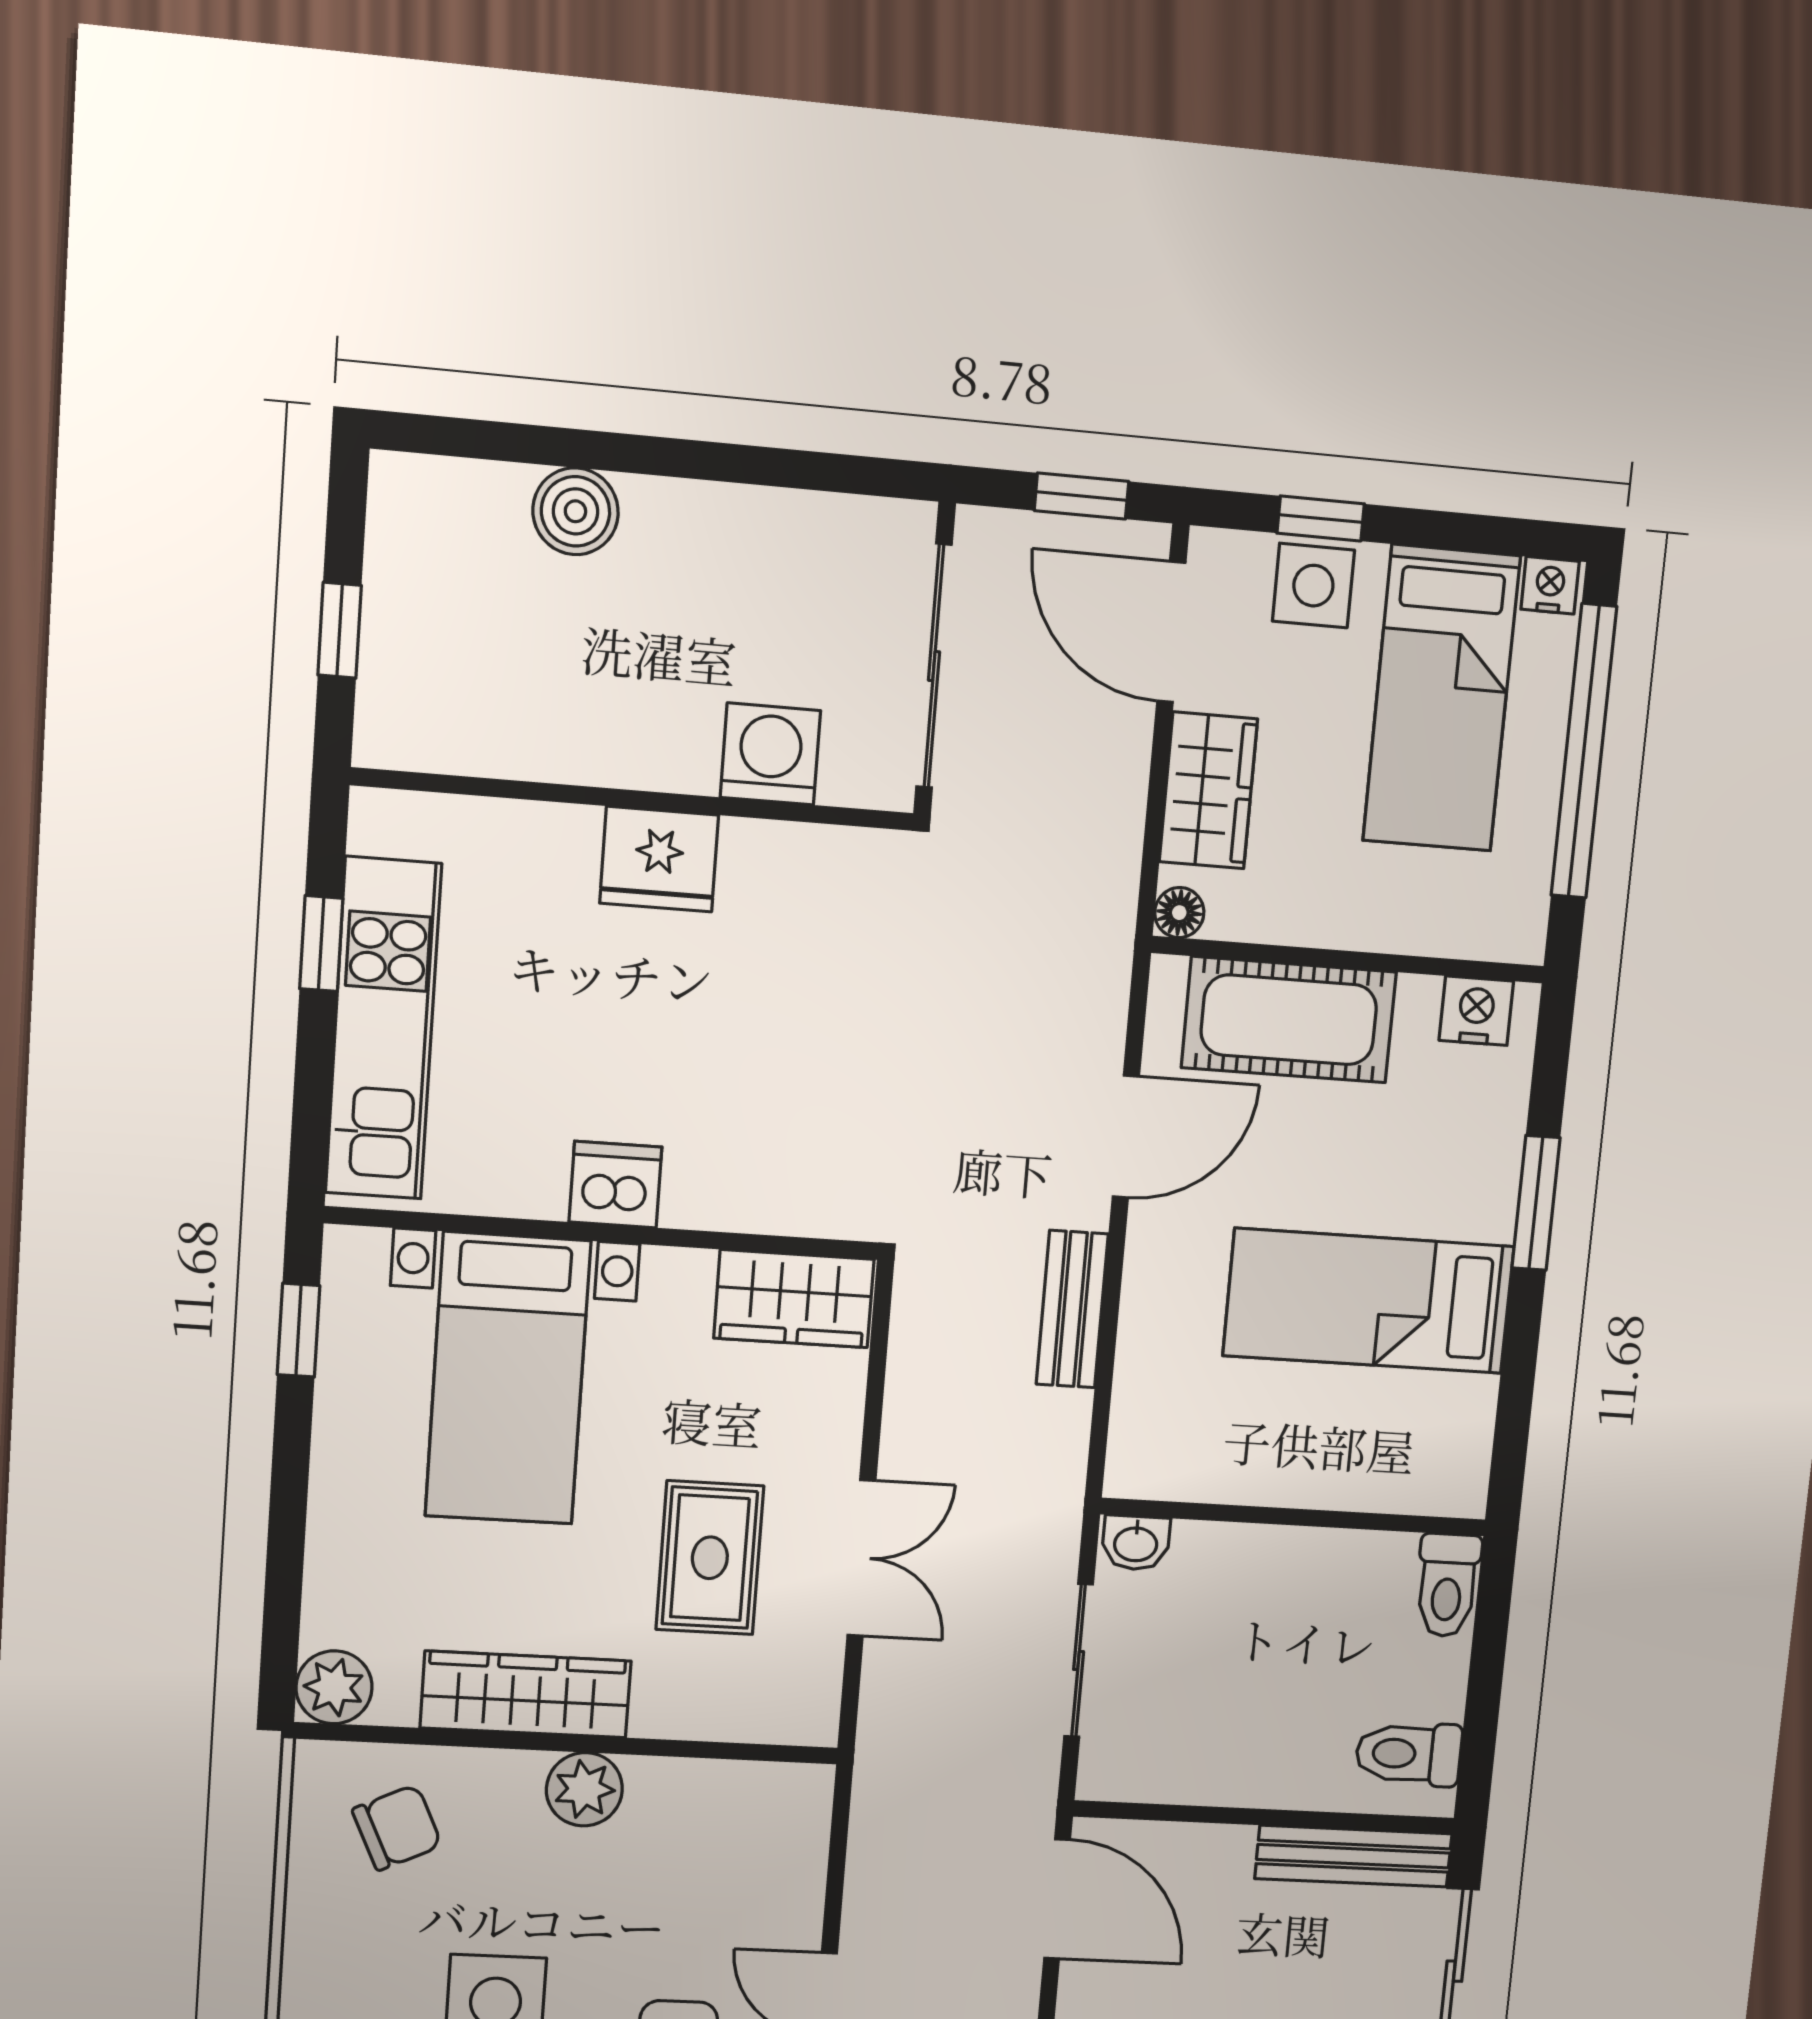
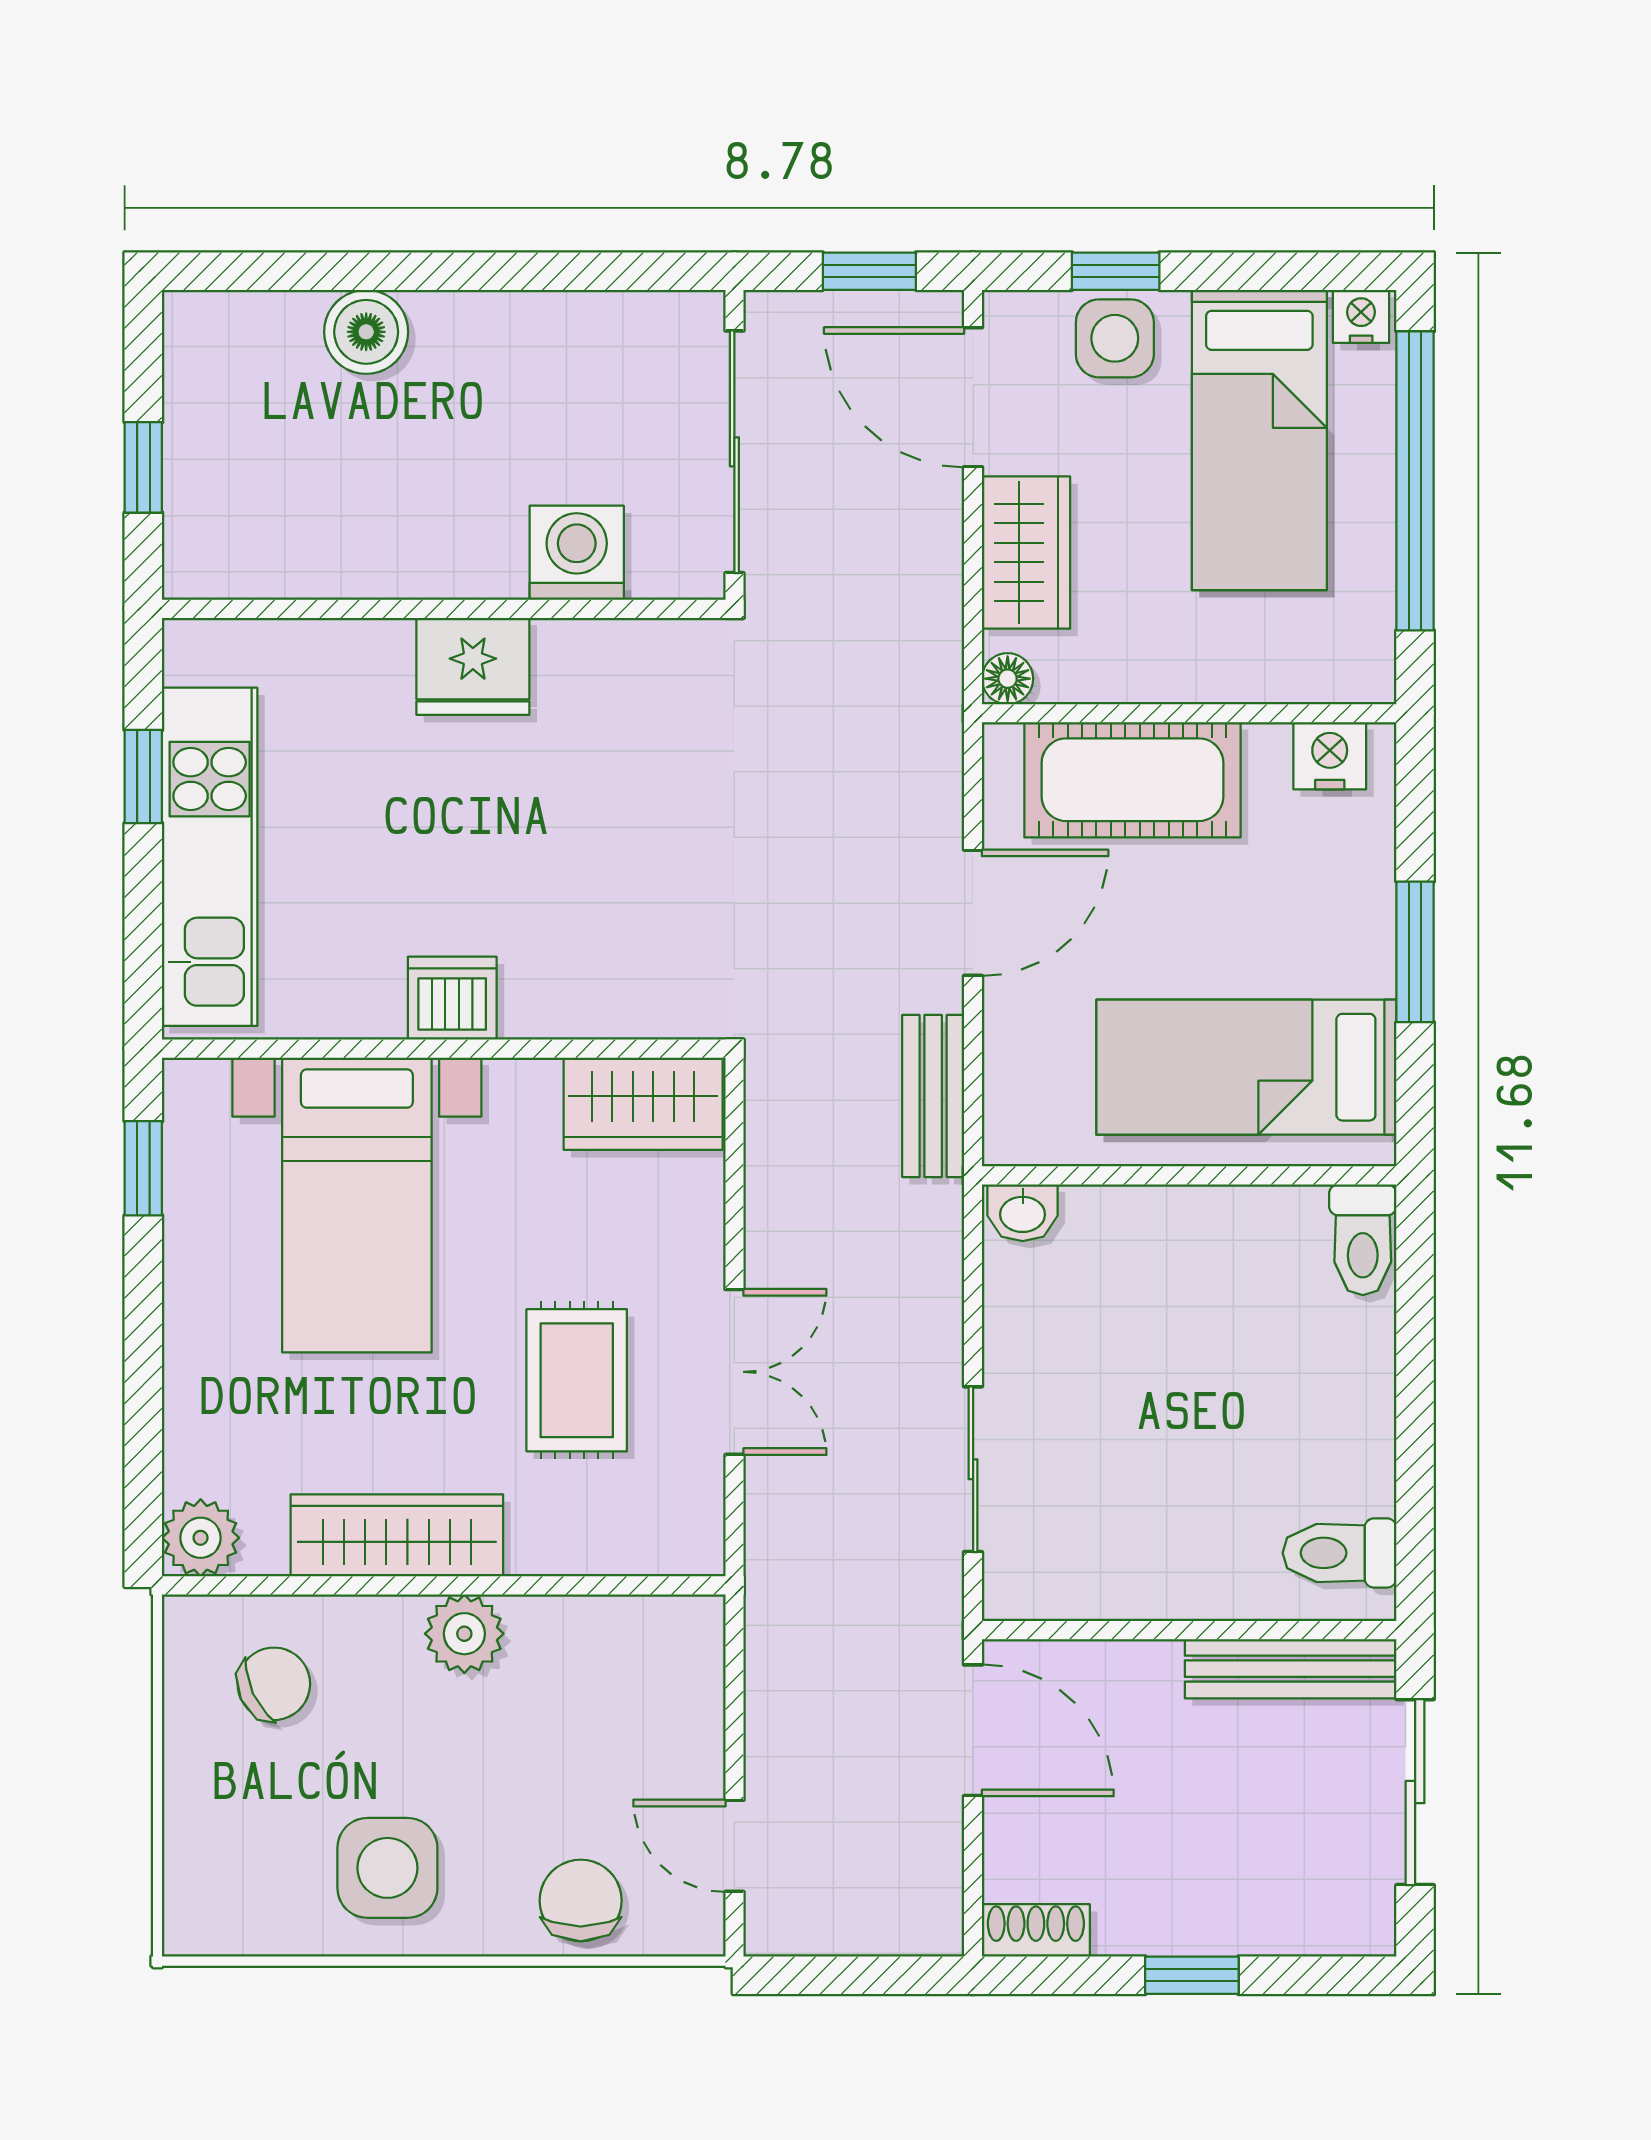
wall: (1294, 1517) -> (1189, 1175), moved
washbasin: (1136, 1543) -> (1023, 1213), moved
toilet: (1447, 1585) -> (1363, 1240), moved

